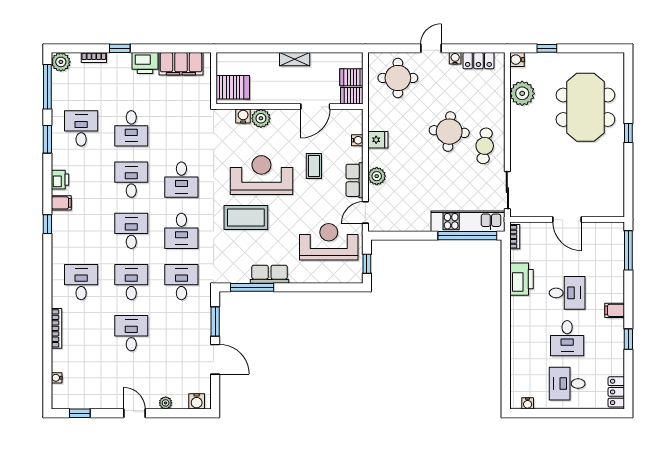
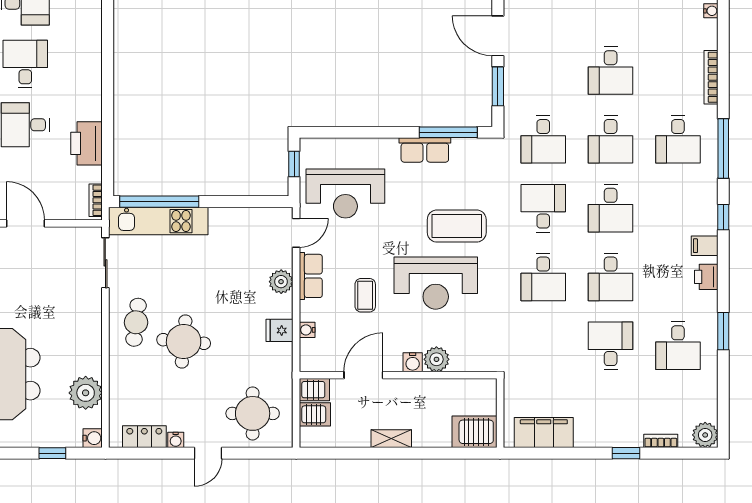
printer: (145, 63) -> (592, 434), removed
window: (47, 87) -> (723, 148), moved
server rack: (233, 87) -> (474, 432), moved
water cooler: (243, 116) -> (413, 362), moved
desk: (181, 180) -> (543, 277), turned 180

